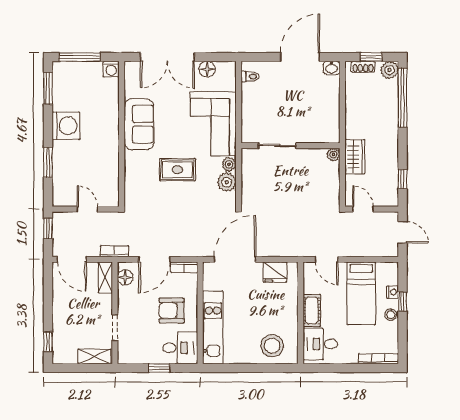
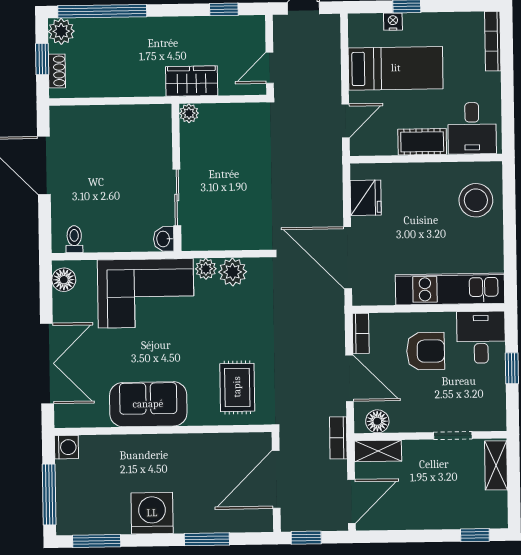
washbasin: (332, 68) -> (164, 239), moved, turned 180
floor lamp: (207, 69) -> (64, 280), moved
rug: (177, 170) -> (237, 387), moved
door: (87, 209) -> (276, 479), width x1.87
armchair: (172, 310) -> (426, 351), turned -90
stool: (391, 315) -> (427, 24), removed

